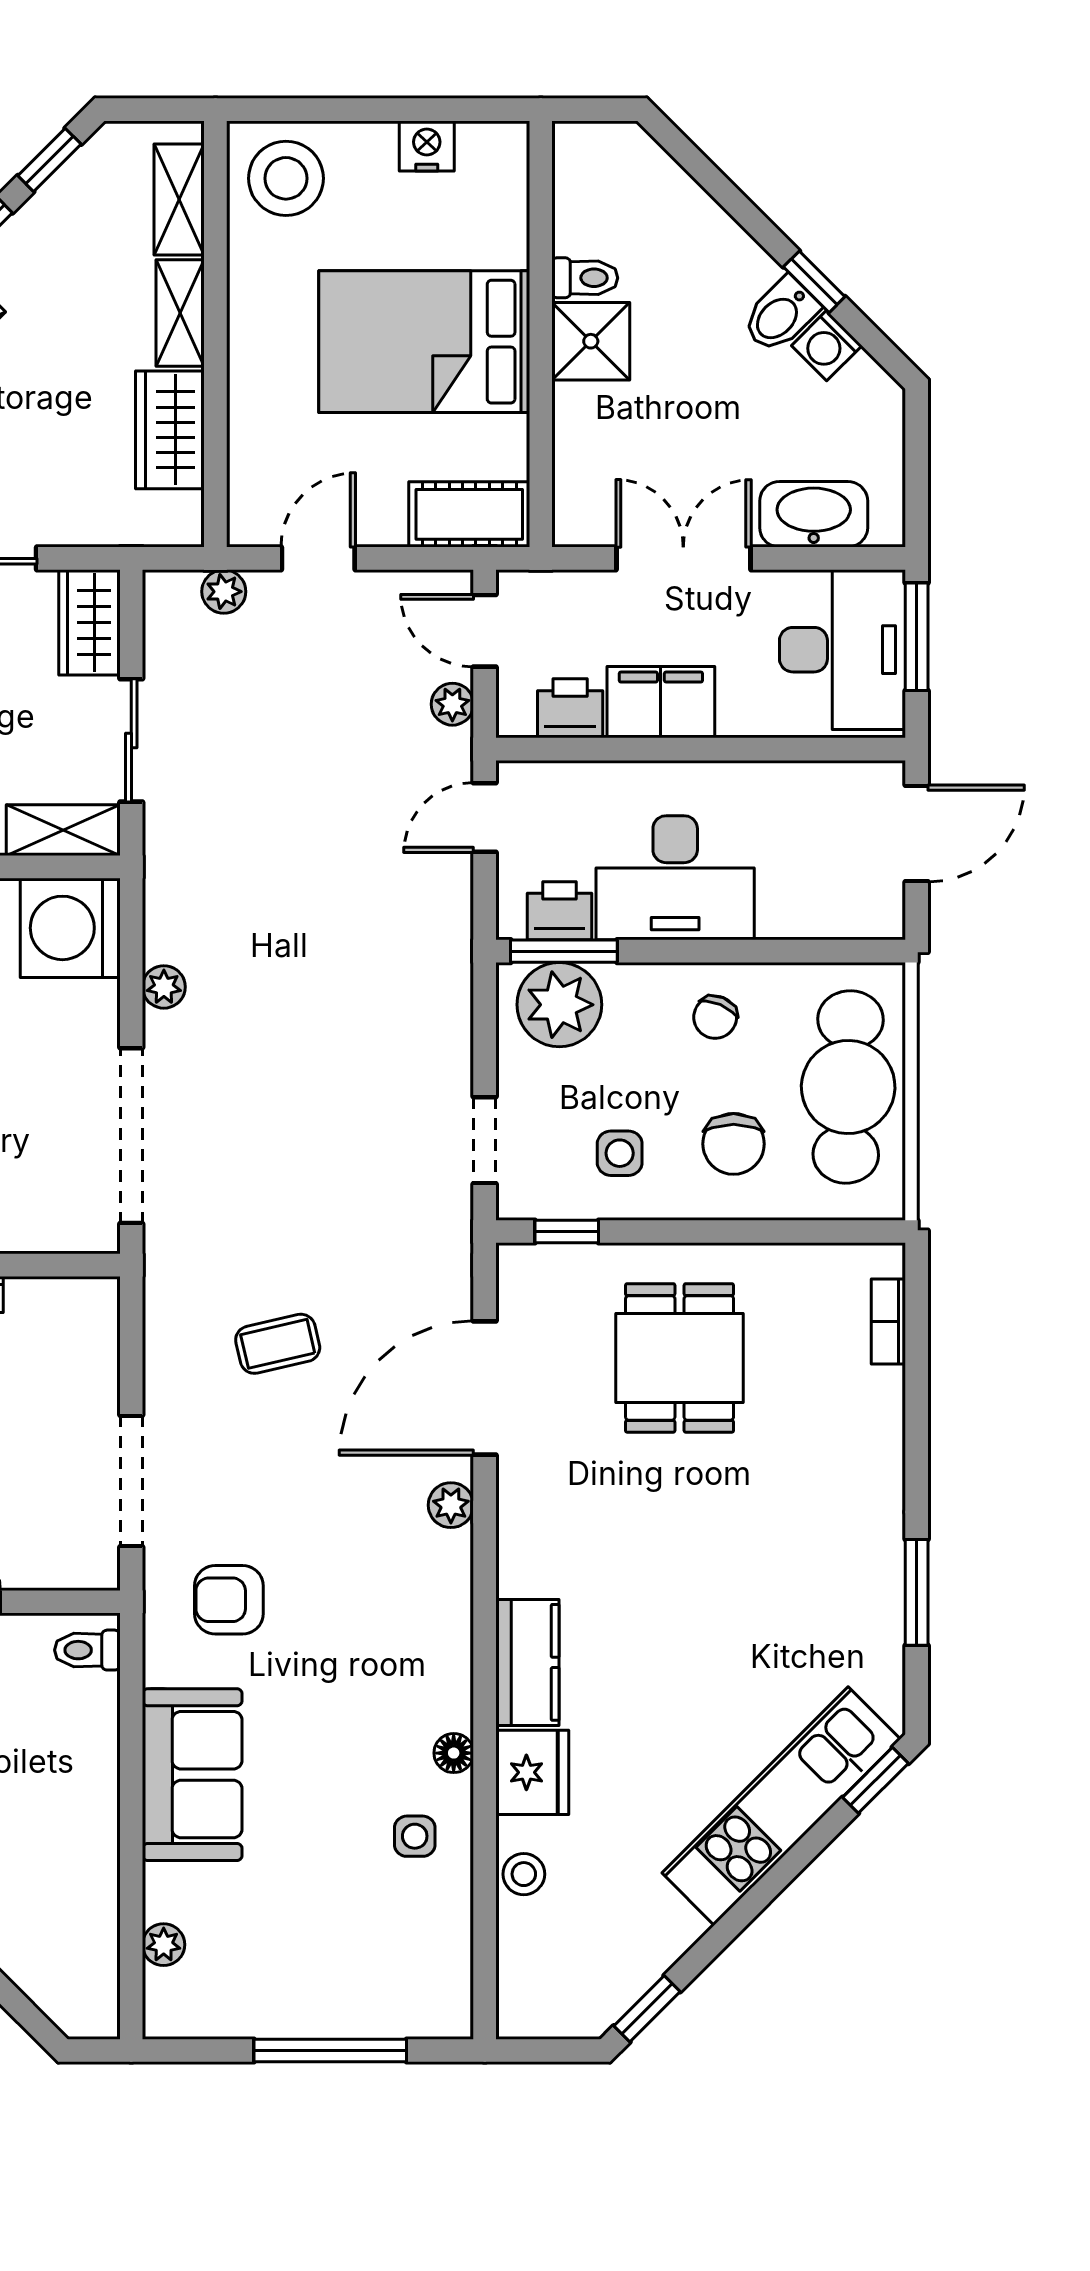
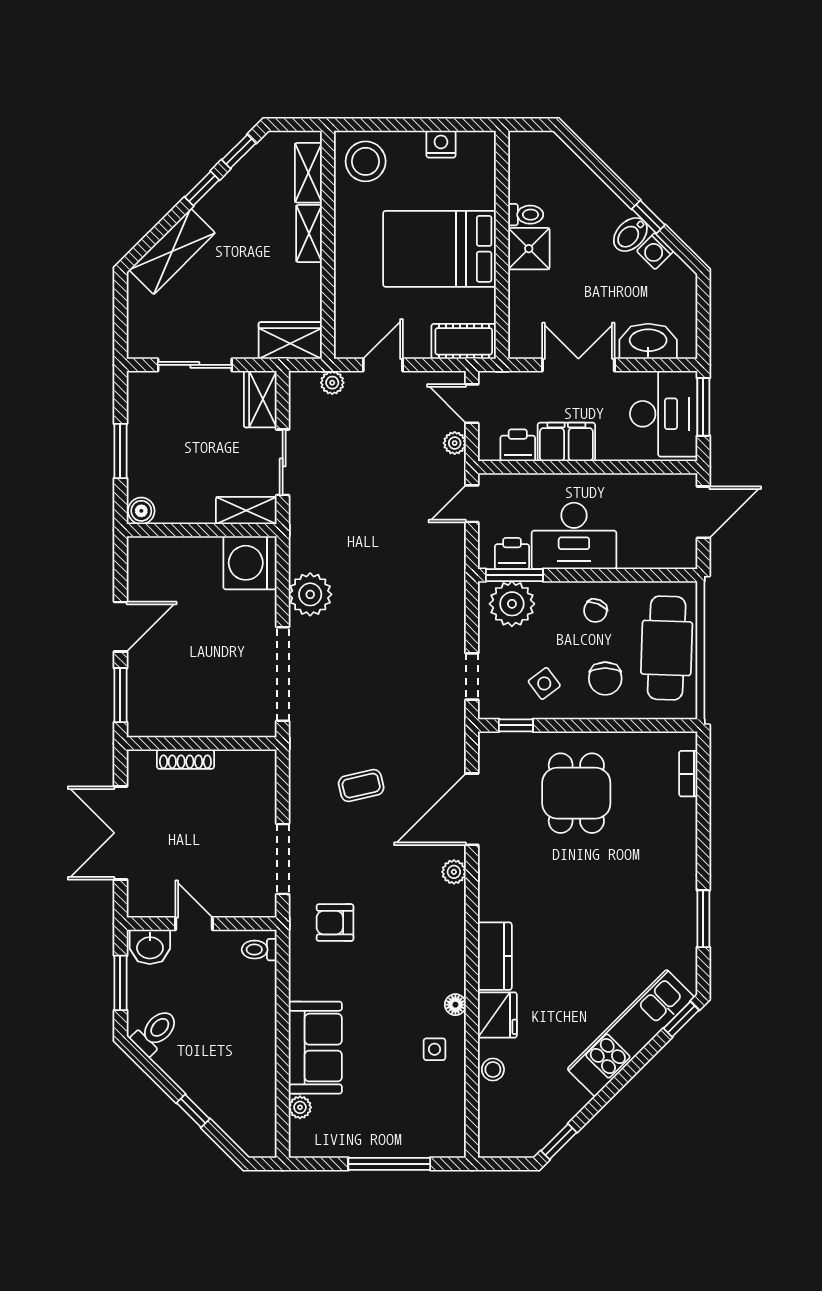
wardrobe: (170, 430) -> (290, 341), moved, turned 90
plant: (164, 987) -> (310, 594), width x1.87, depth x1.87
side table: (620, 1153) -> (544, 683), turned -37
sofa: (192, 1775) -> (315, 1048), moved

